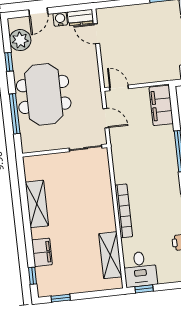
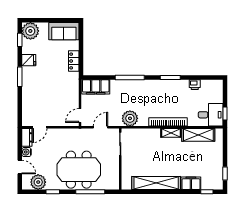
plant: (123, 158) -> (130, 118), added
shelving: (37, 204) -> (156, 183), width x1.47
shelving: (109, 217) -> (171, 133), added

